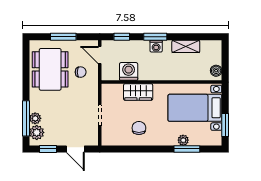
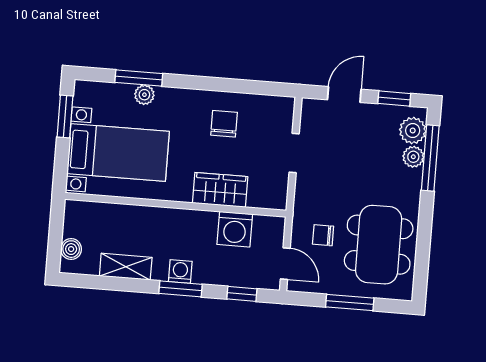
boiler: (216, 71) -> (71, 249), moved
chair: (139, 128) -> (224, 124), turned 180
door: (75, 149) -> (344, 94), hinge flipped

